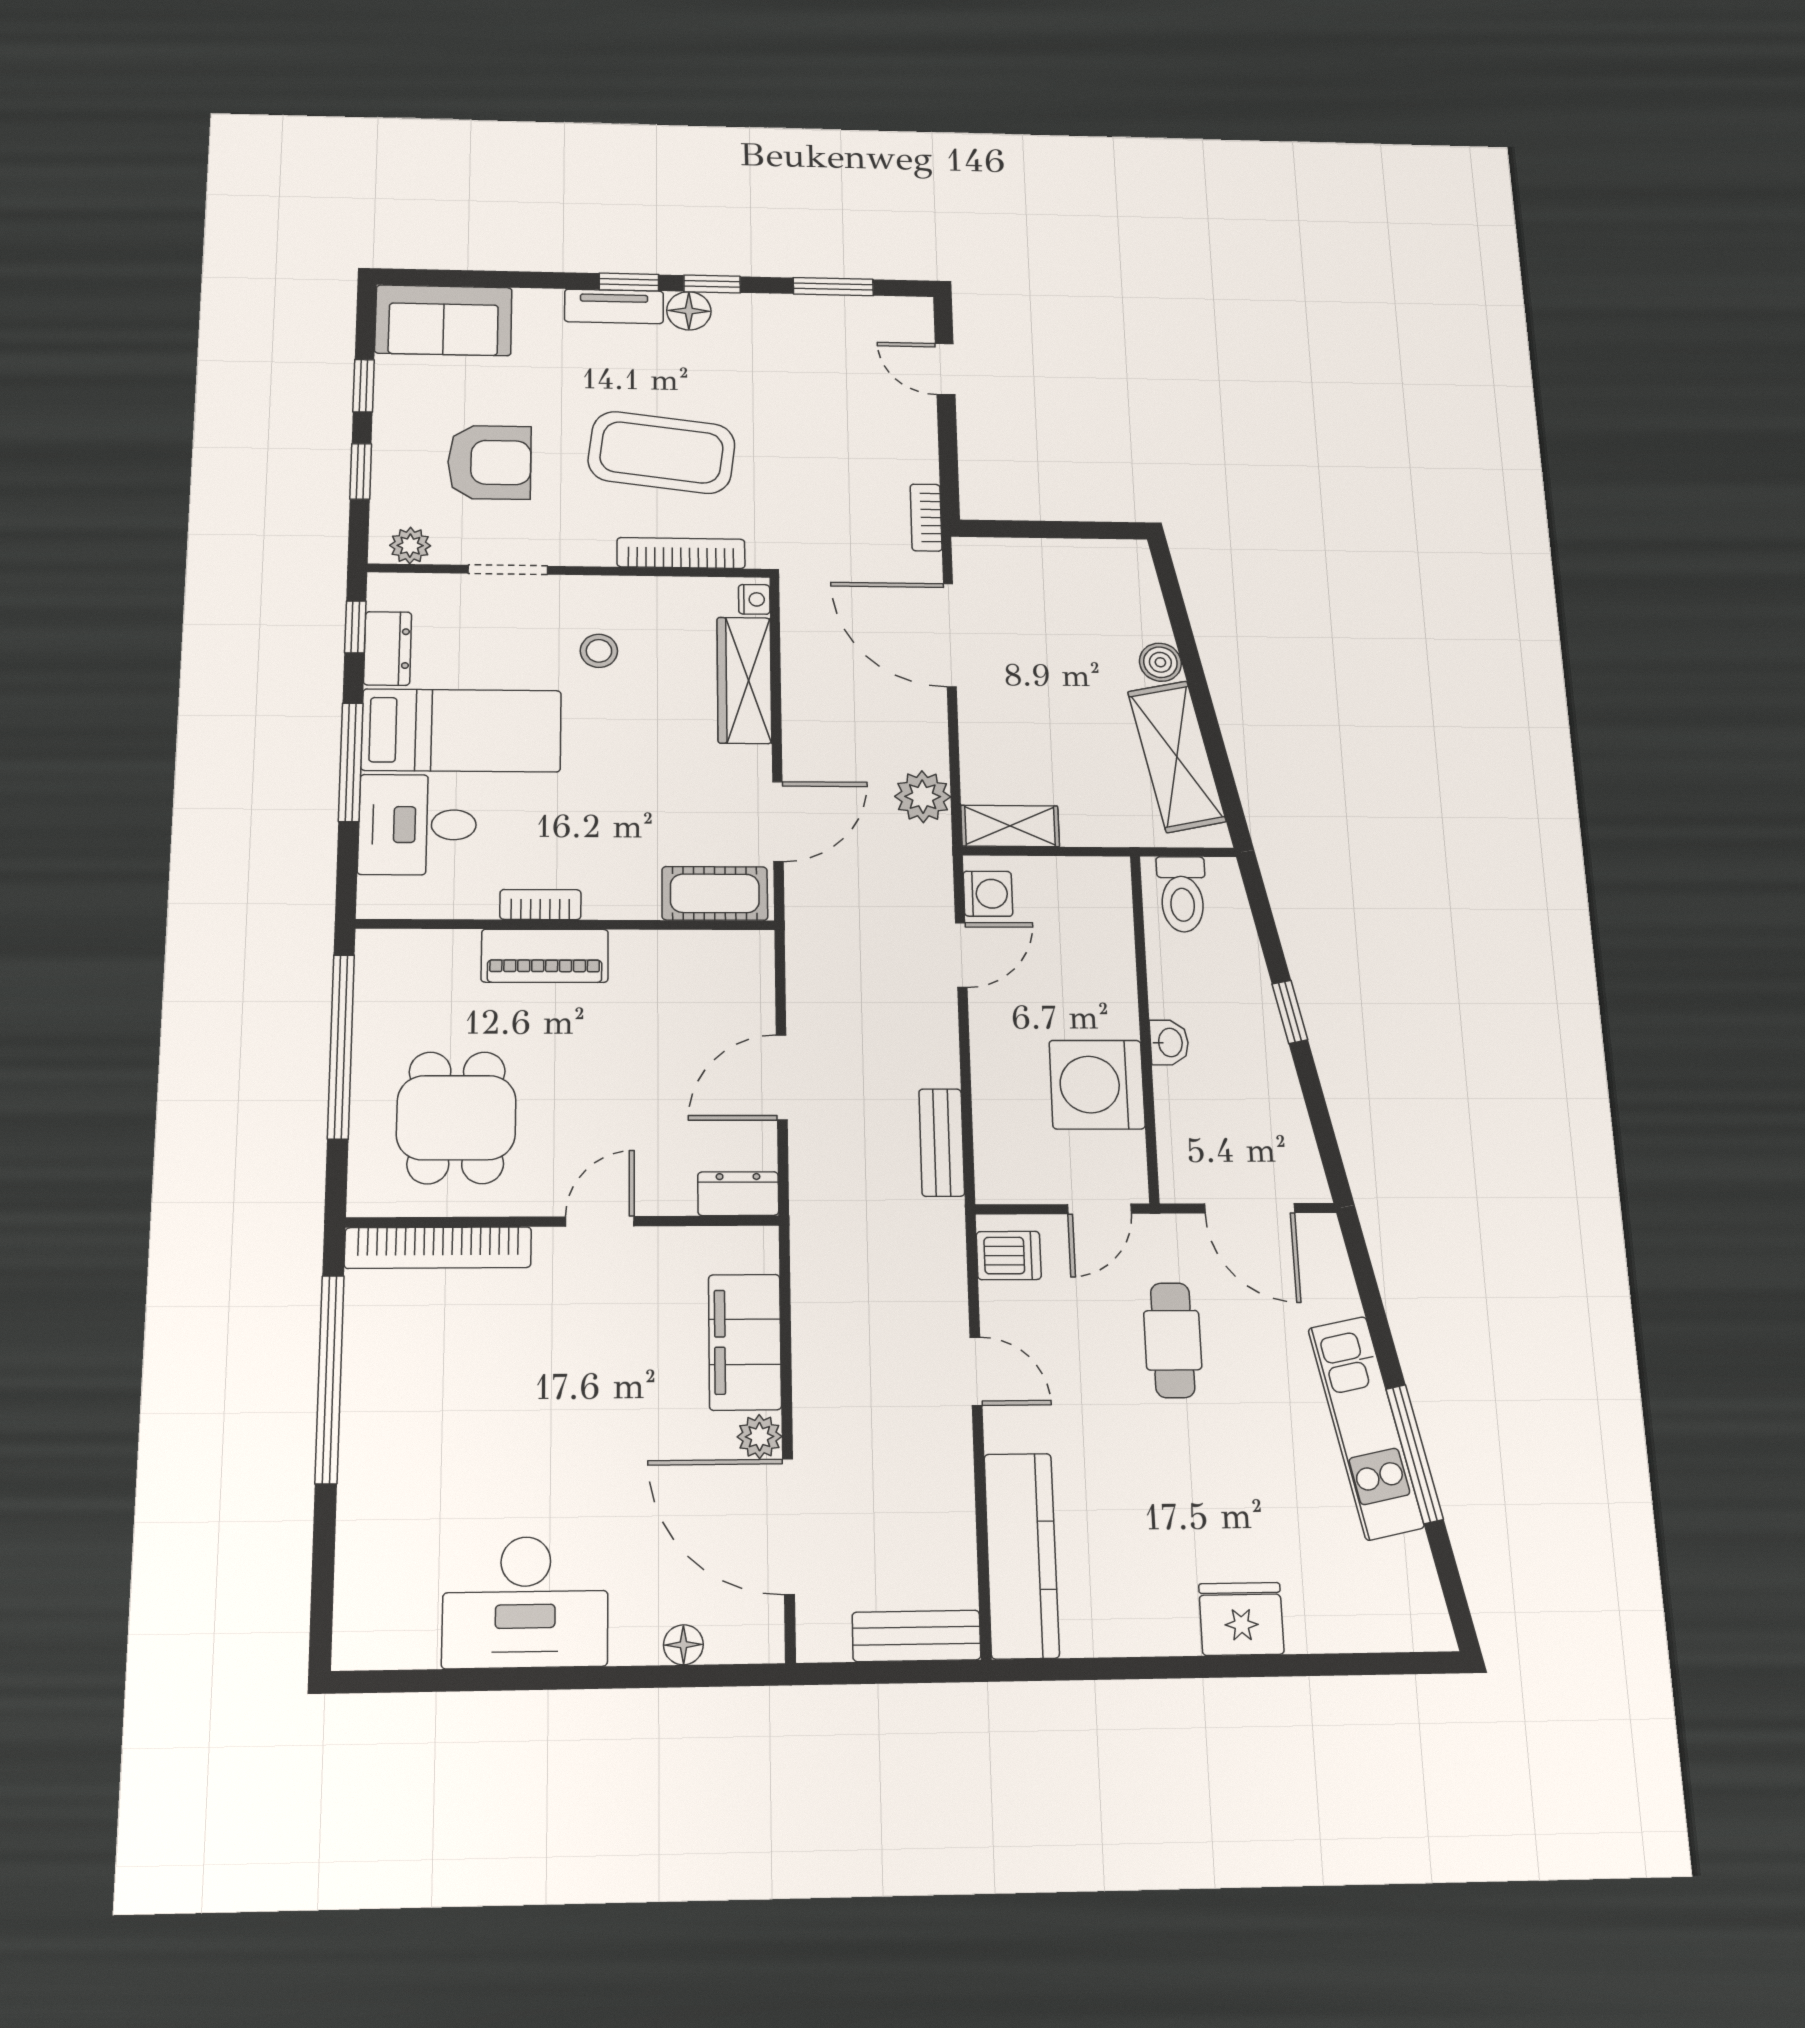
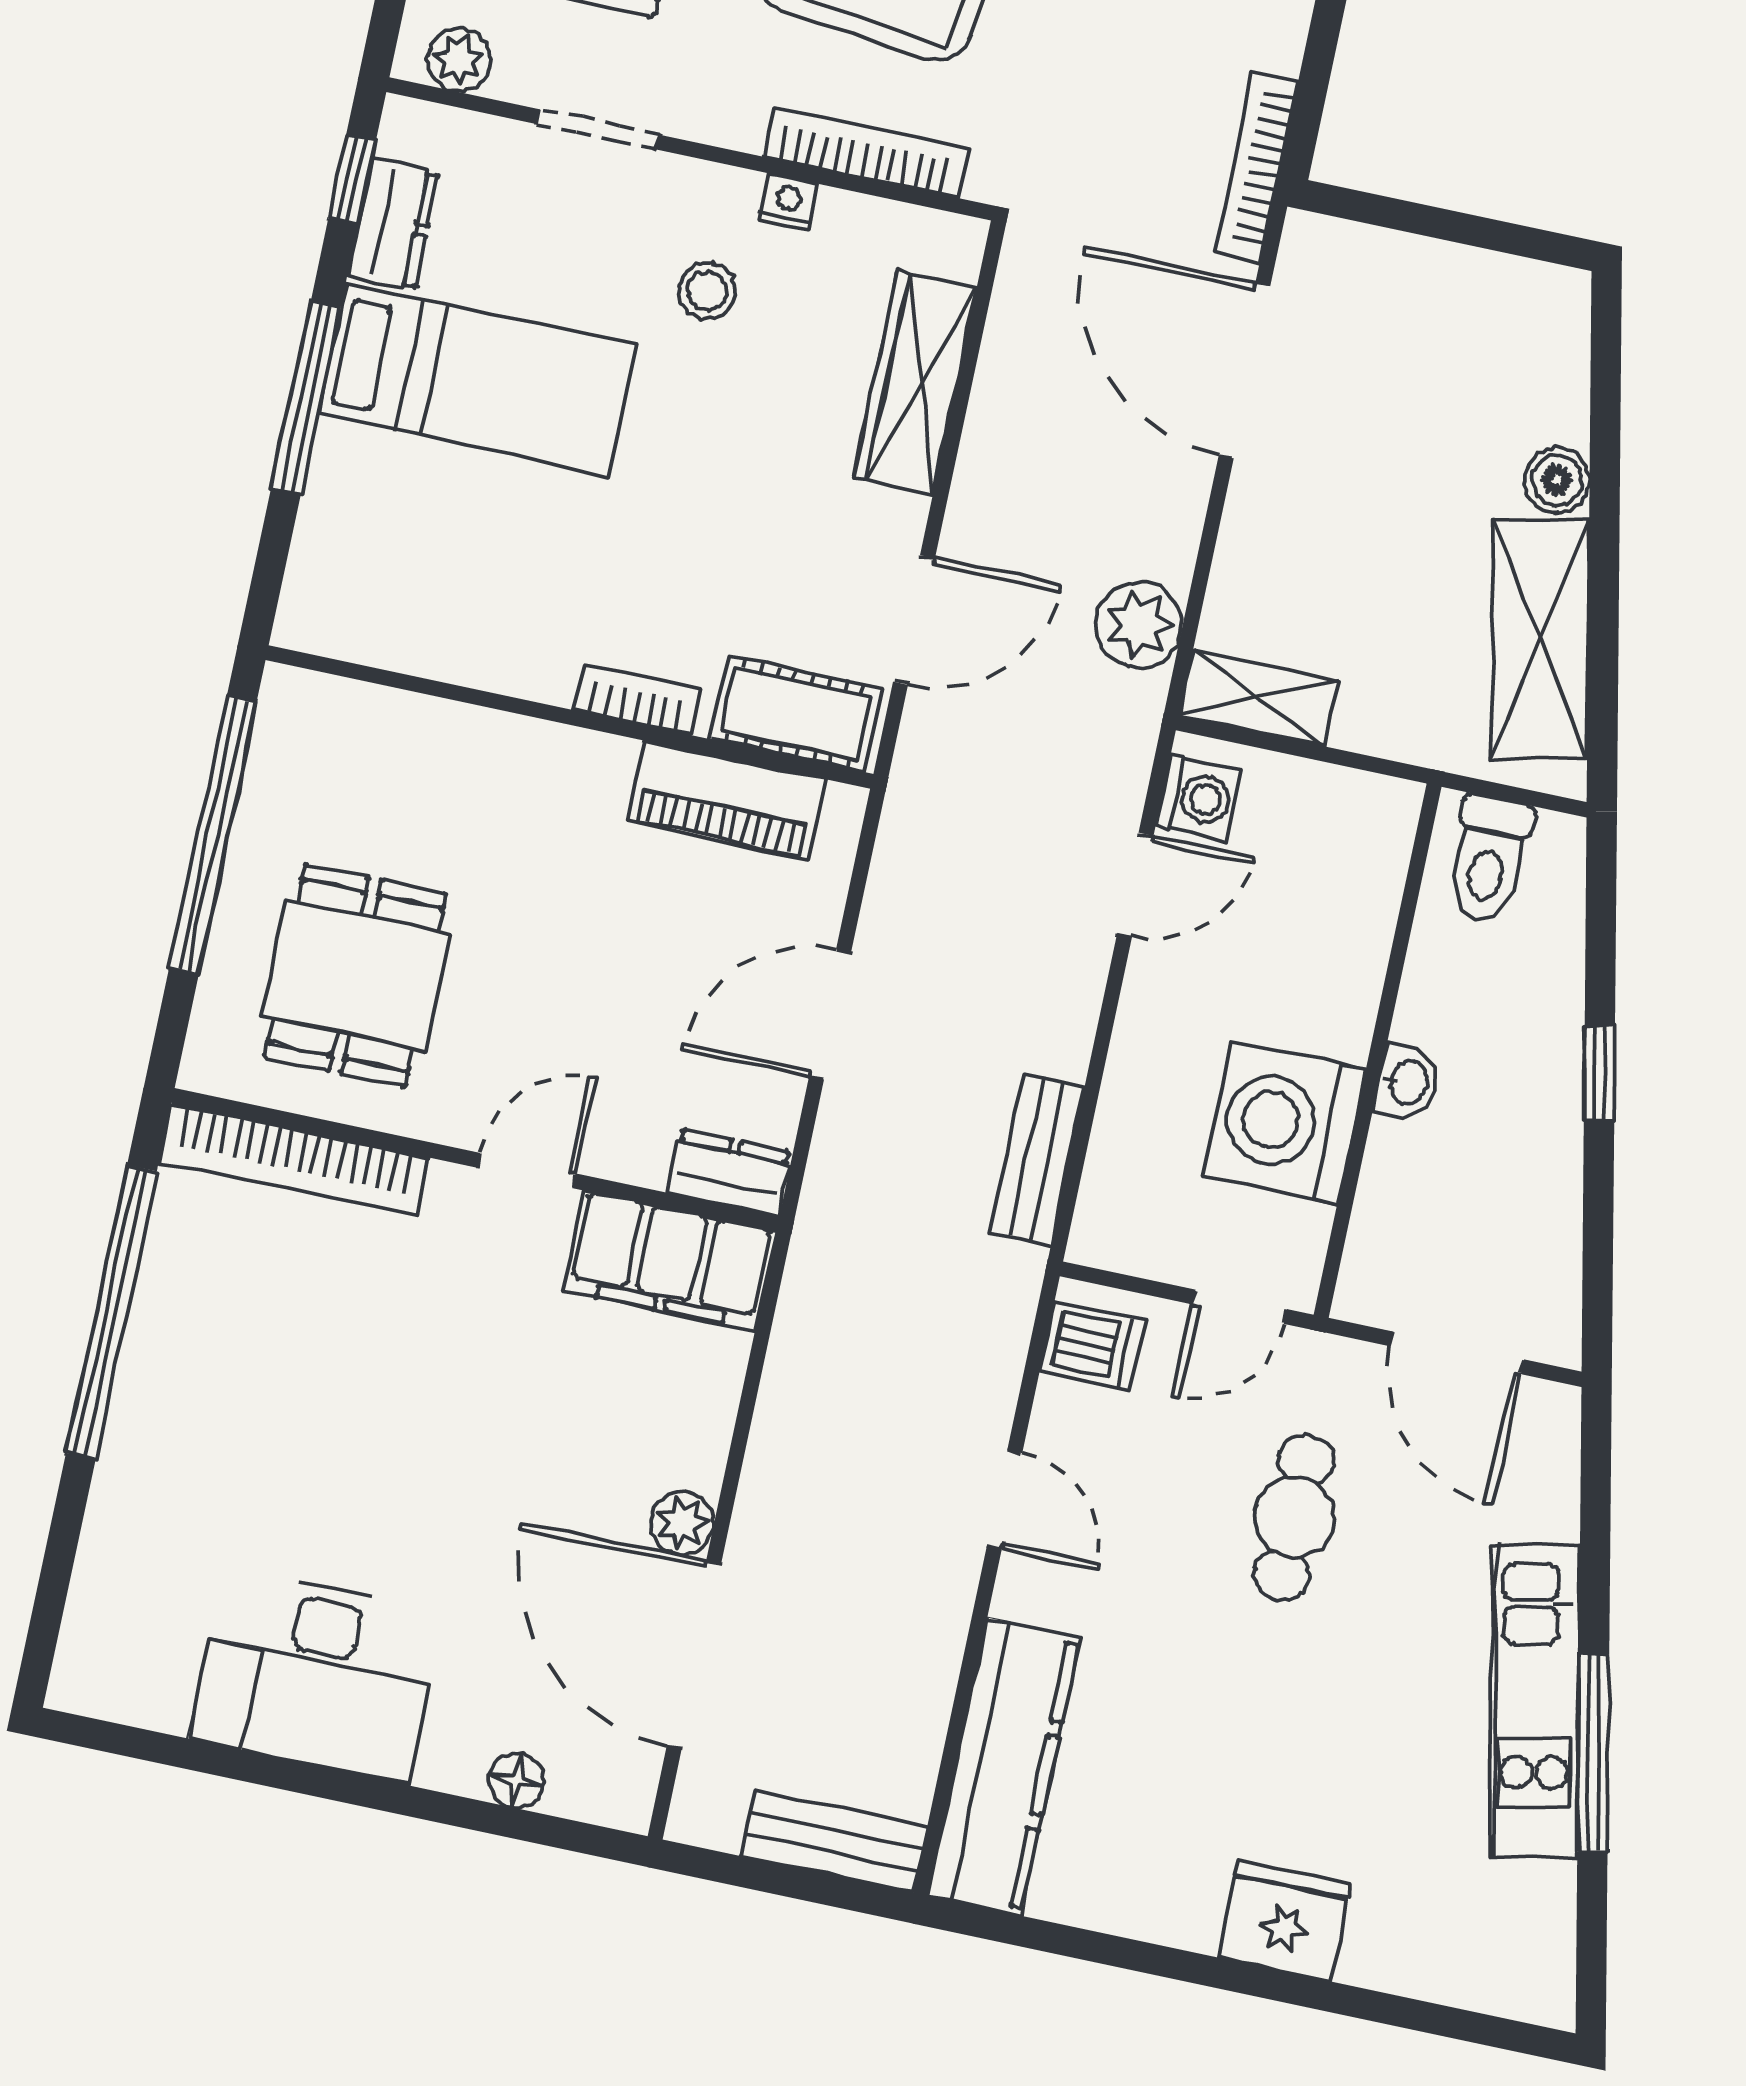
bookcase: (926, 518) -> (1256, 166), width x1.56
nightstand: (754, 599) -> (788, 202), moved, turned -90
desk: (417, 825) -> (385, 517), removed
bookcase: (540, 905) -> (638, 699), moved
piano: (545, 956) -> (726, 800), moved
filing cabinet: (745, 1342) -> (670, 1261), moved, turned -90

